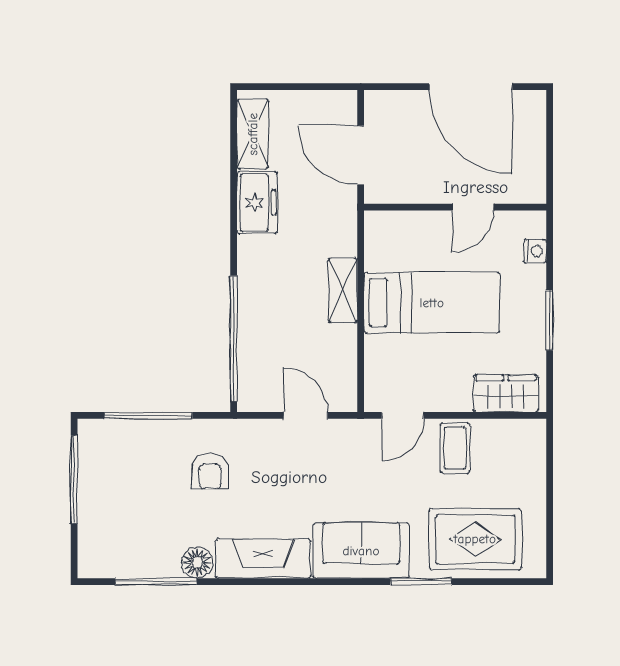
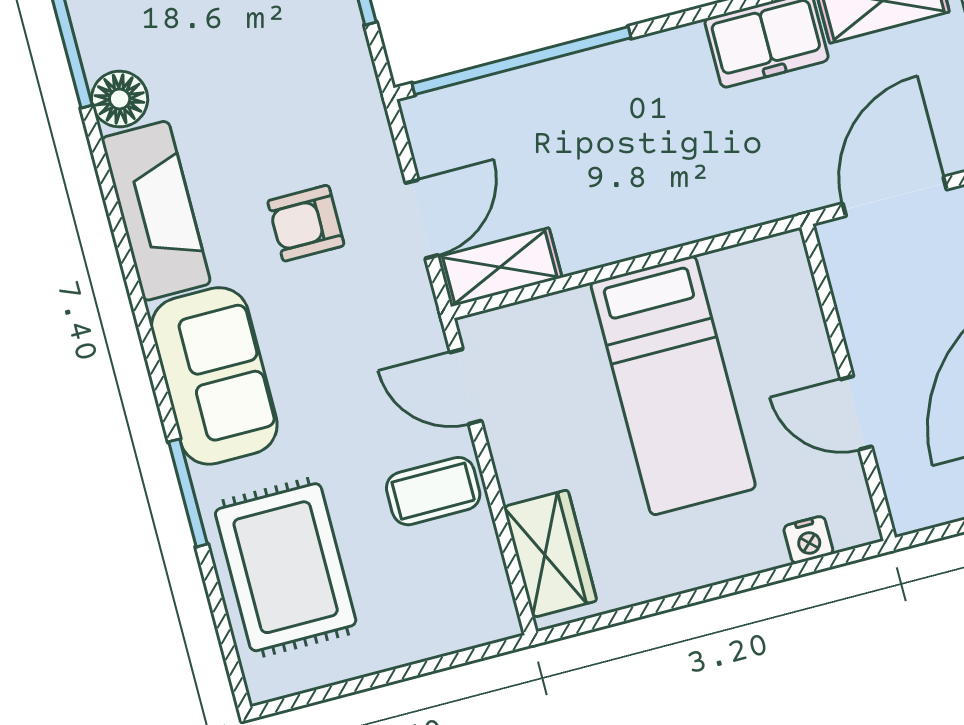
shelving: (343, 290) -> (500, 267), moved
window: (550, 320) -> (696, 596), removed
armchair: (210, 471) -> (306, 223), moved

